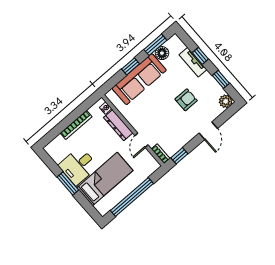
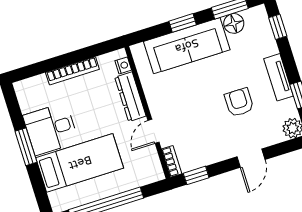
window: (200, 56) -> (278, 27), moved
tv unit: (193, 62) -> (278, 77), moved
armchair: (186, 100) -> (239, 102), turned -90

